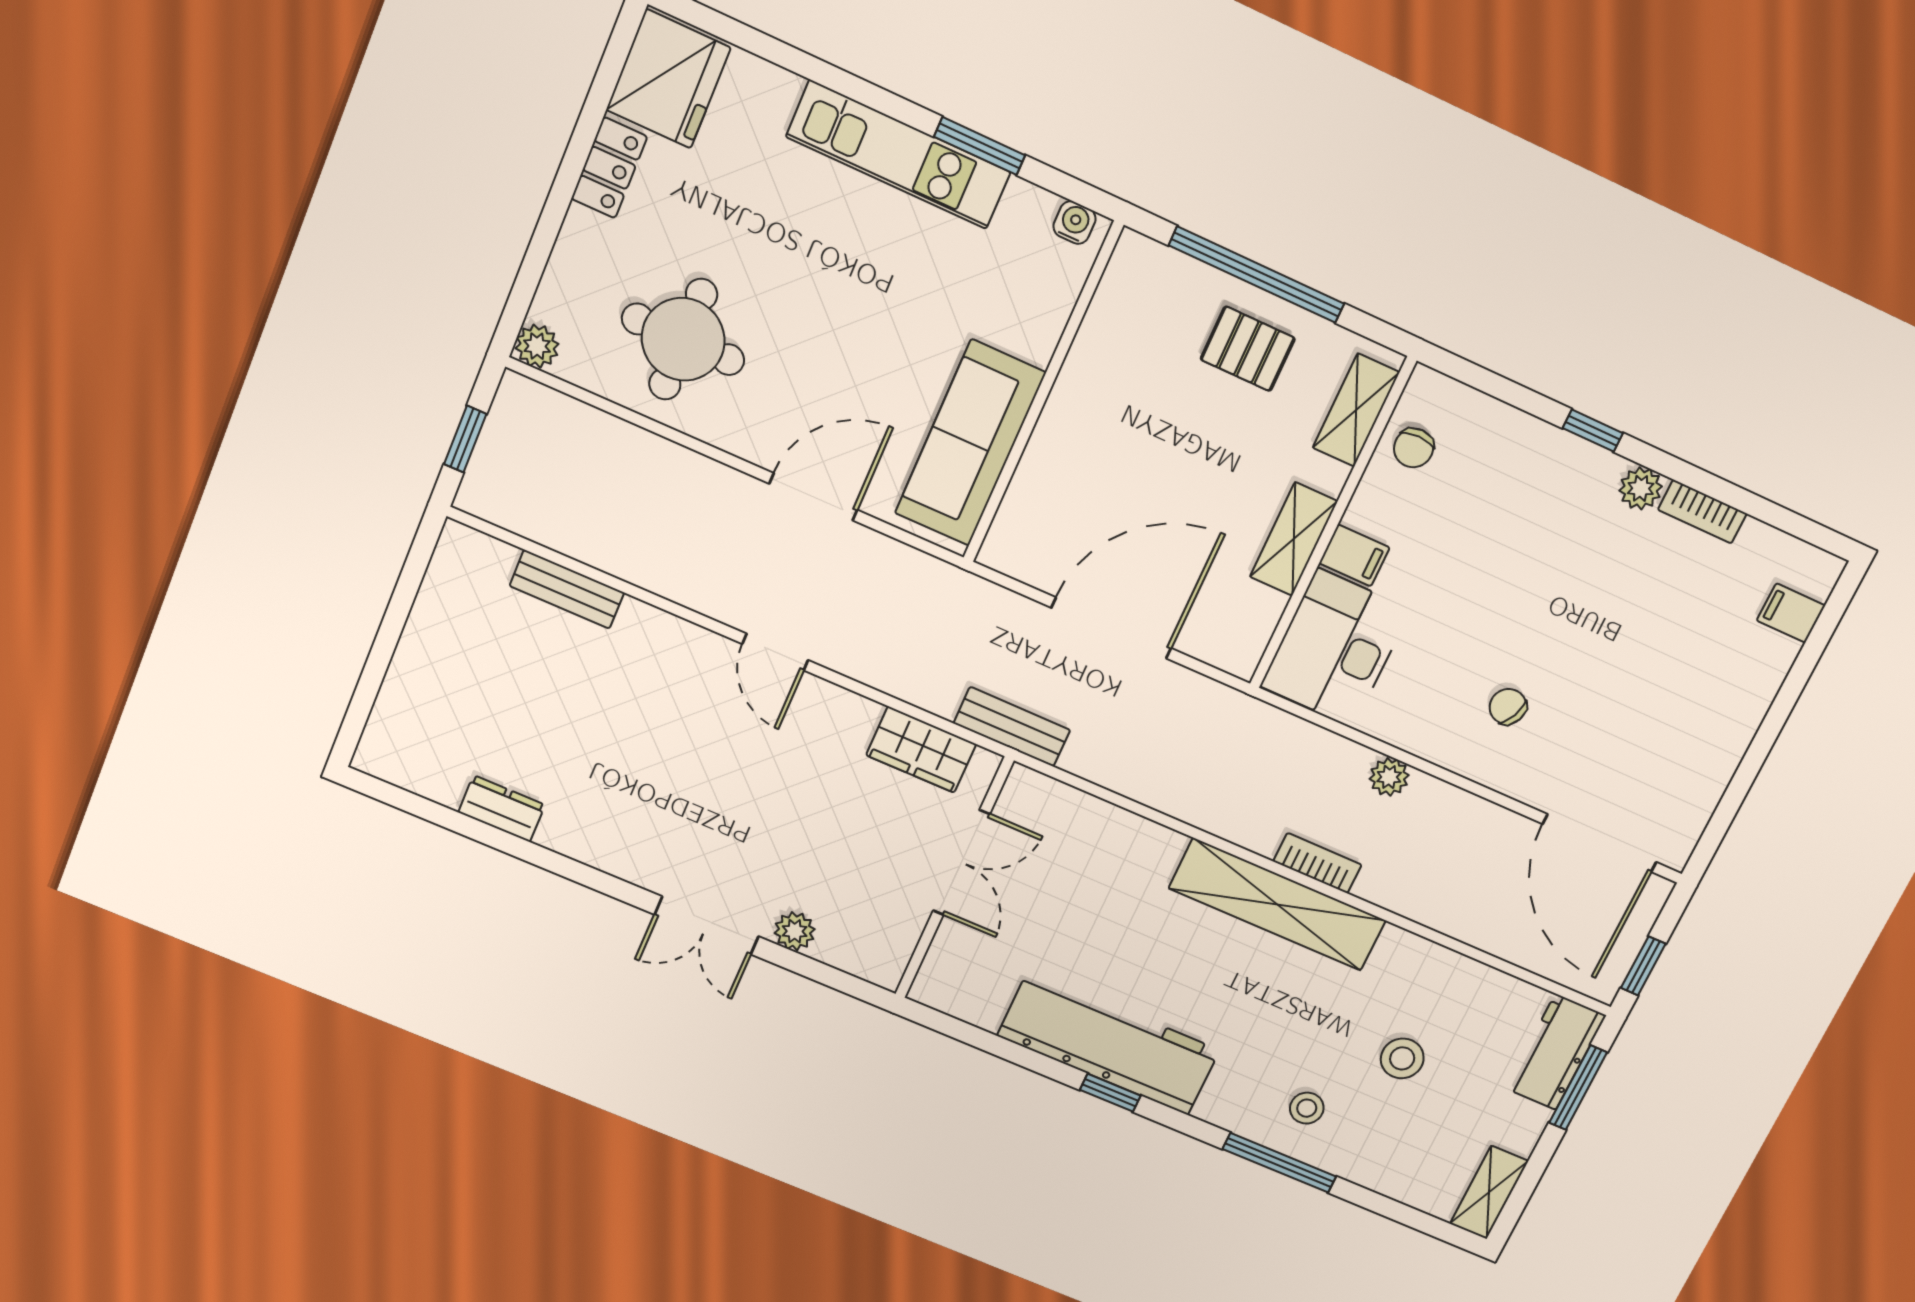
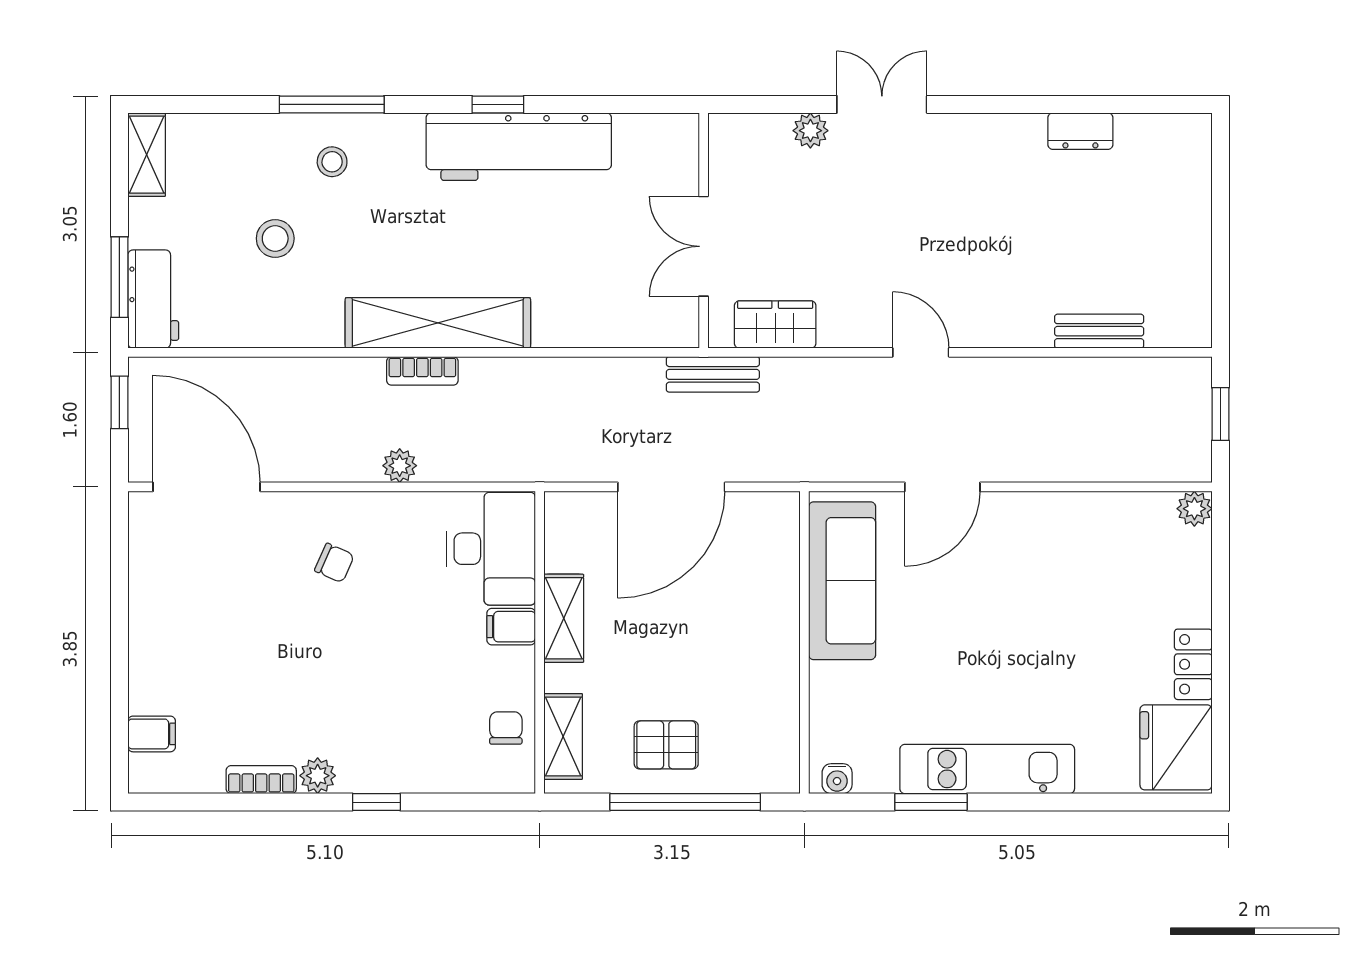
round table: (683, 339) -> (1089, 562), removed

